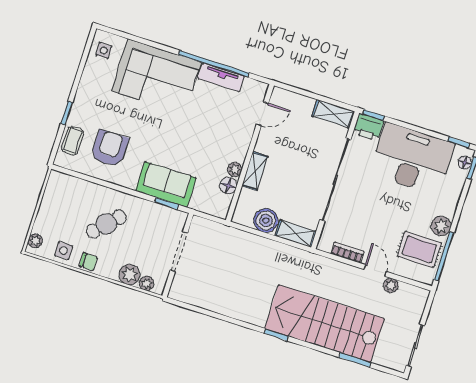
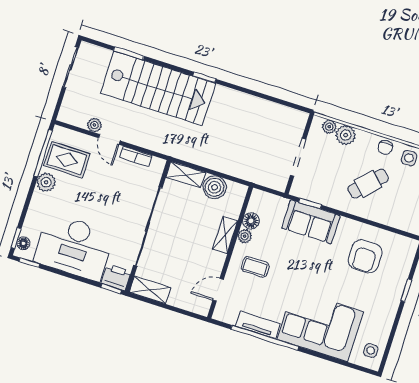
coffee table: (73, 141) -> (255, 267), moved, turned 90
chair: (88, 262) -> (385, 147), turned -90

